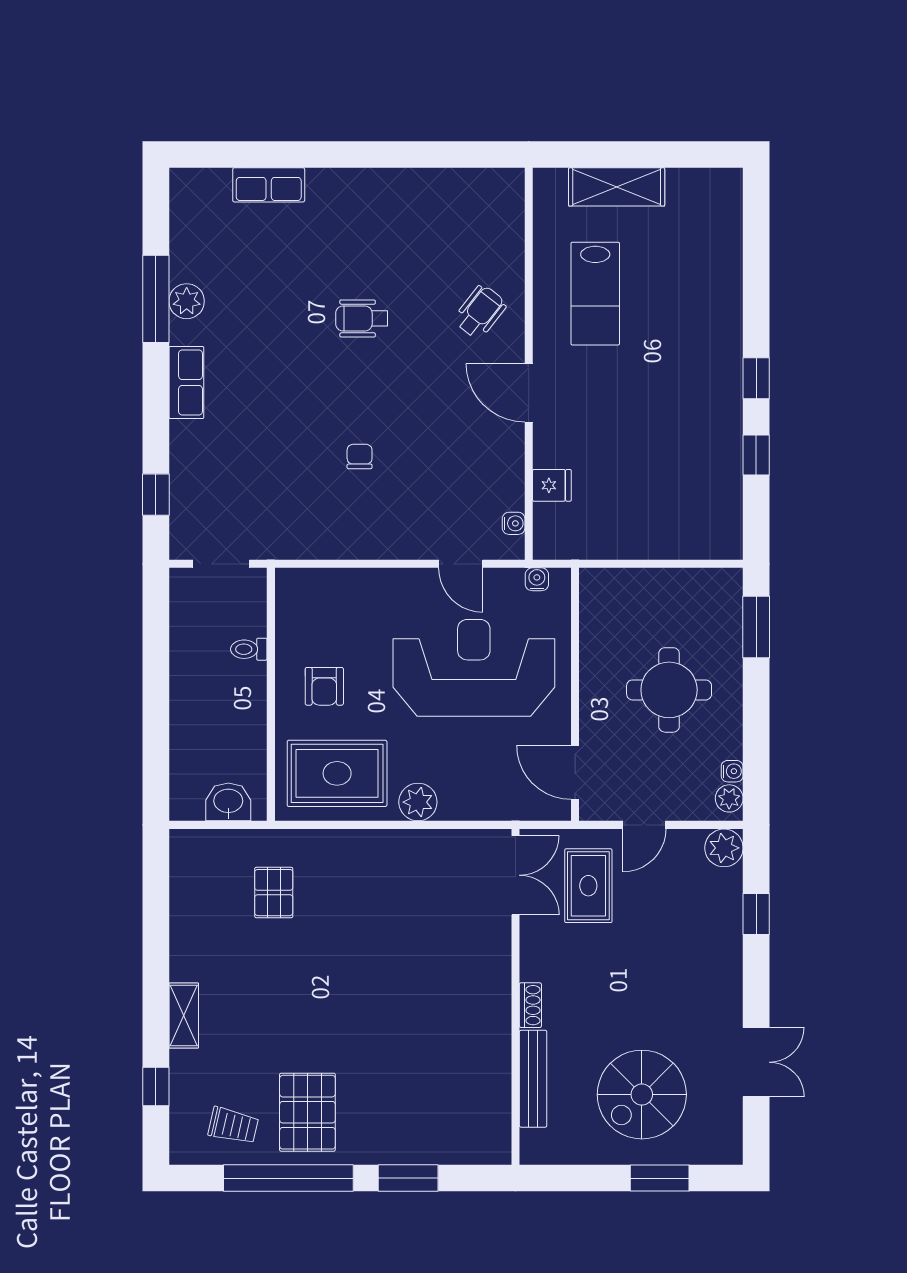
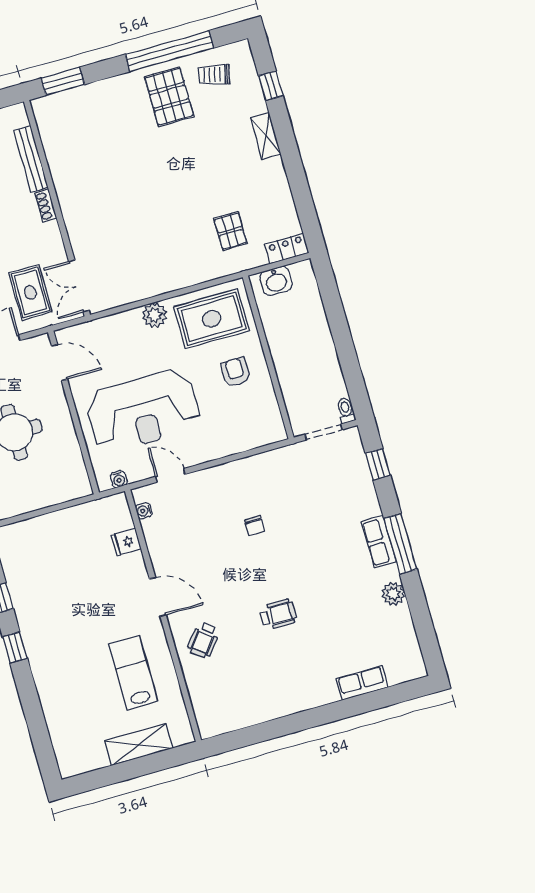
window: (156, 299) -> (400, 544), moved
toilet: (249, 649) -> (346, 410), moved, turned -90
locker: (200, 844) -> (287, 249), added
window: (408, 1178) -> (63, 81), moved

